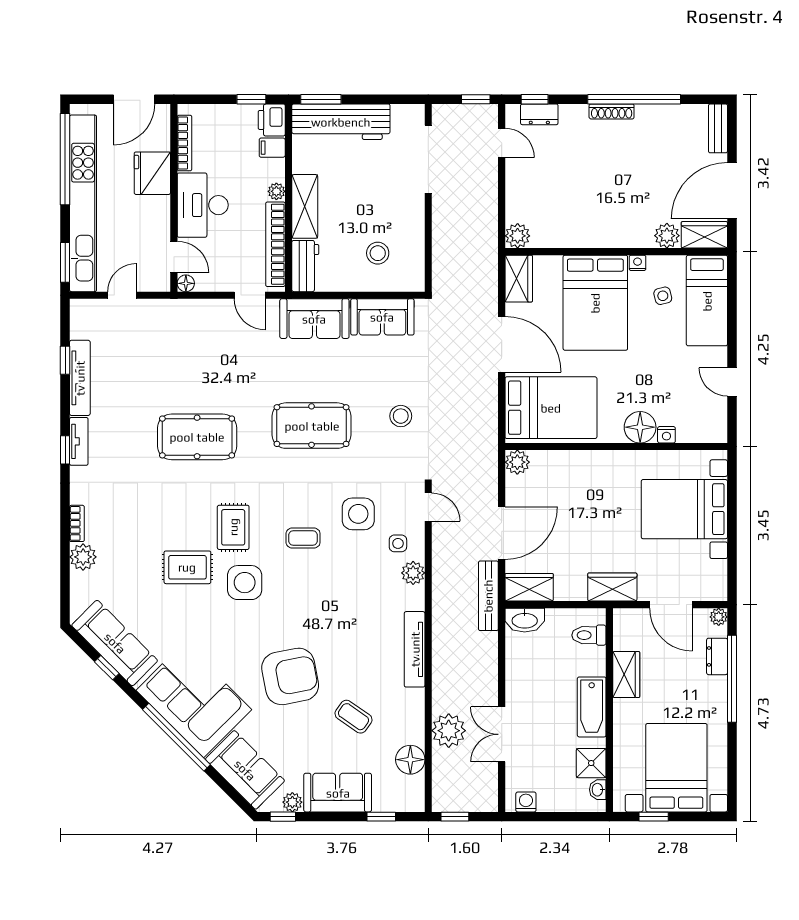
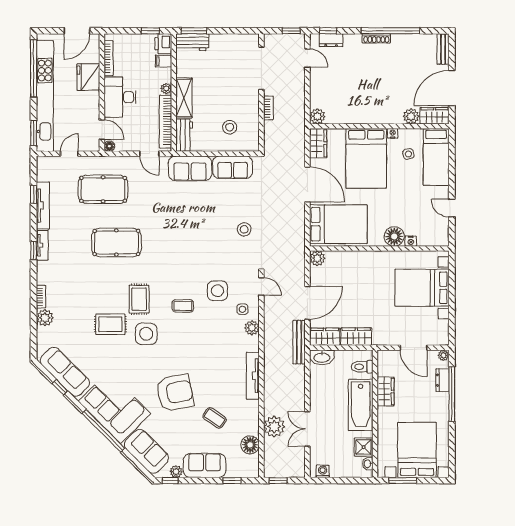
workbench: (341, 122) -> (192, 42), width x0.53, depth x0.76
bookcase: (439, 223) -> (268, 108), added
pool table: (312, 426) -> (103, 189), moved
wardrobe: (612, 587) -> (356, 337), moved
bathtub: (592, 707) -> (361, 405), width x1.36, depth x1.36
window: (654, 817) -> (403, 481), width x1.50

